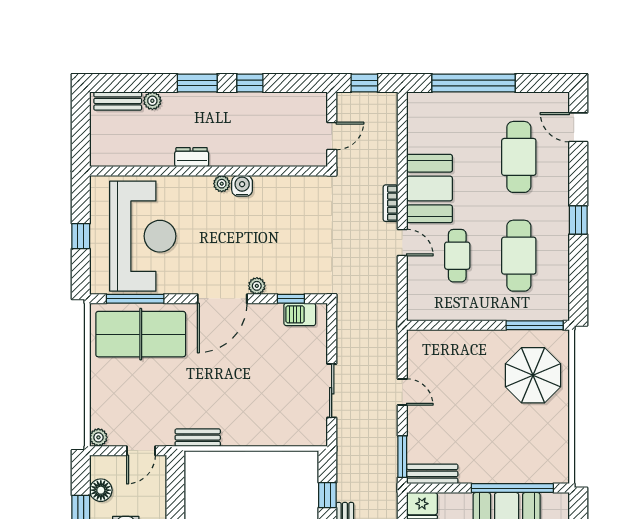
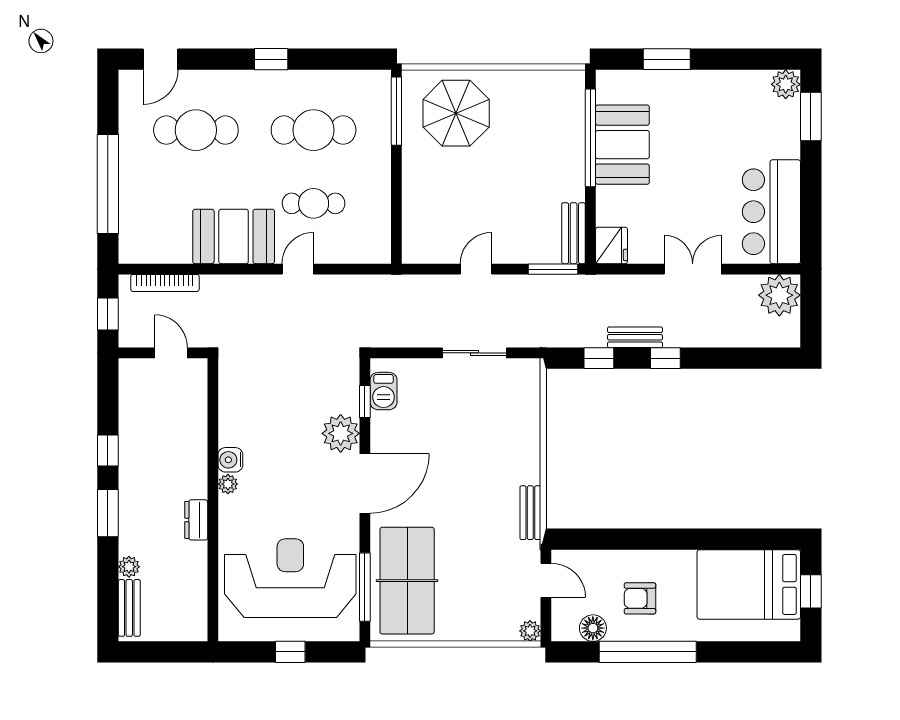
bookcase: (390, 203) -> (165, 283), moved, width x1.56
plant: (257, 286) -> (341, 433), width x1.88, depth x1.88
door: (222, 299) -> (365, 483), hinge flipped

